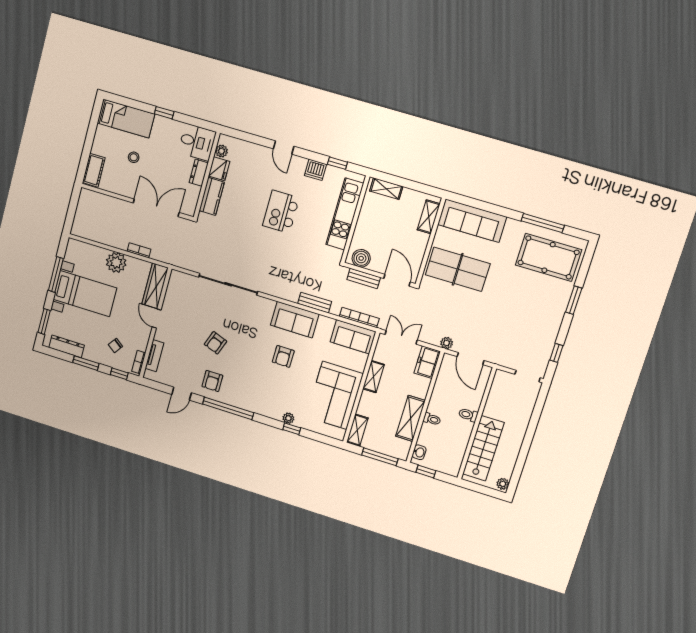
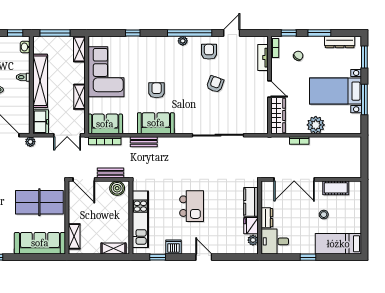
cot: (94, 170) -> (336, 188), moved, turned 90
plant: (288, 418) -> (183, 41), moved
shelving: (410, 418) -> (40, 81), width x1.47

